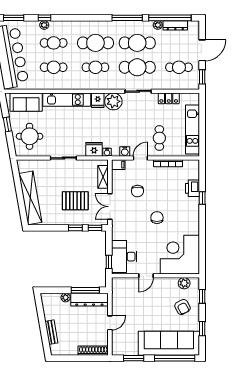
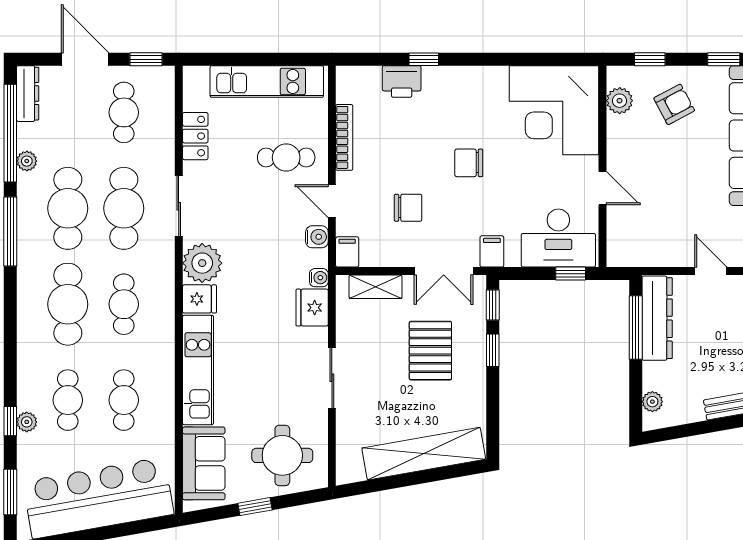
dresser: (175, 25) -> (28, 94), moved
filing cabinet: (118, 228) -> (492, 251), added
plant: (66, 298) -> (652, 402), moved

